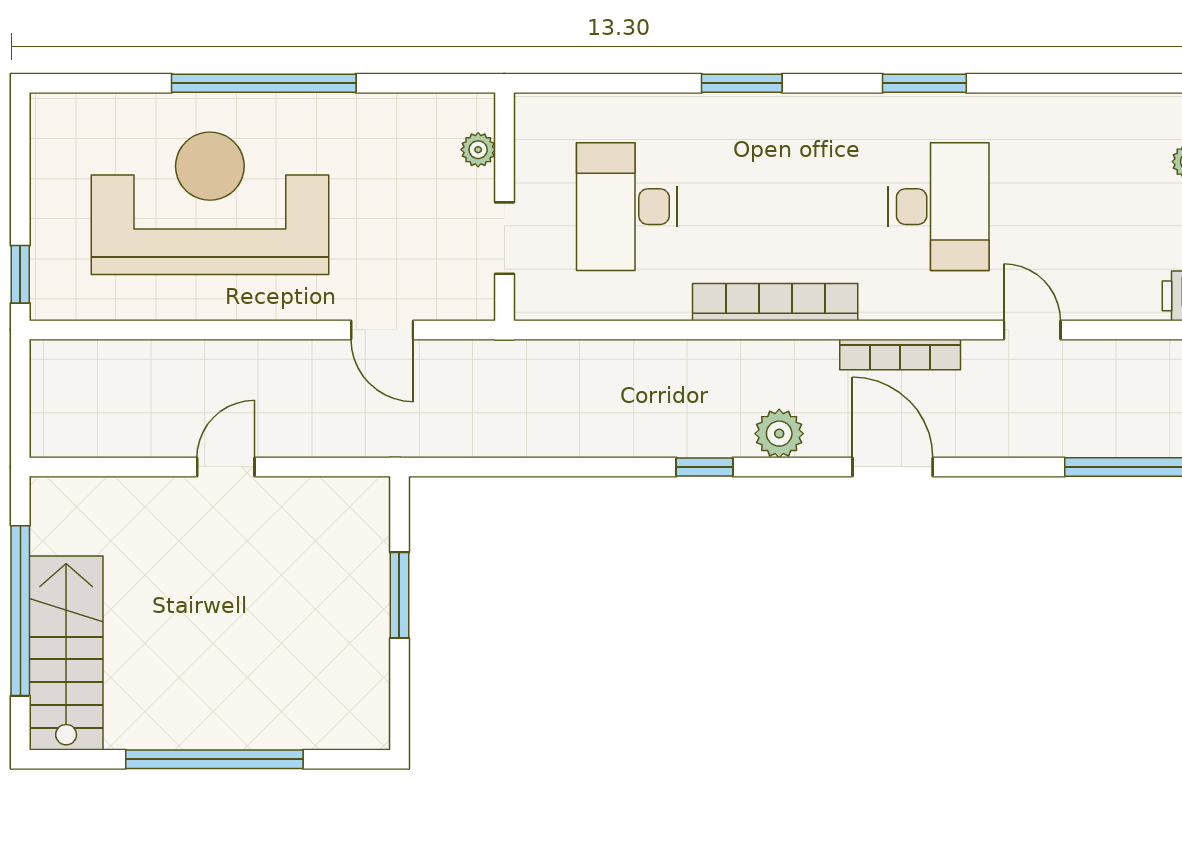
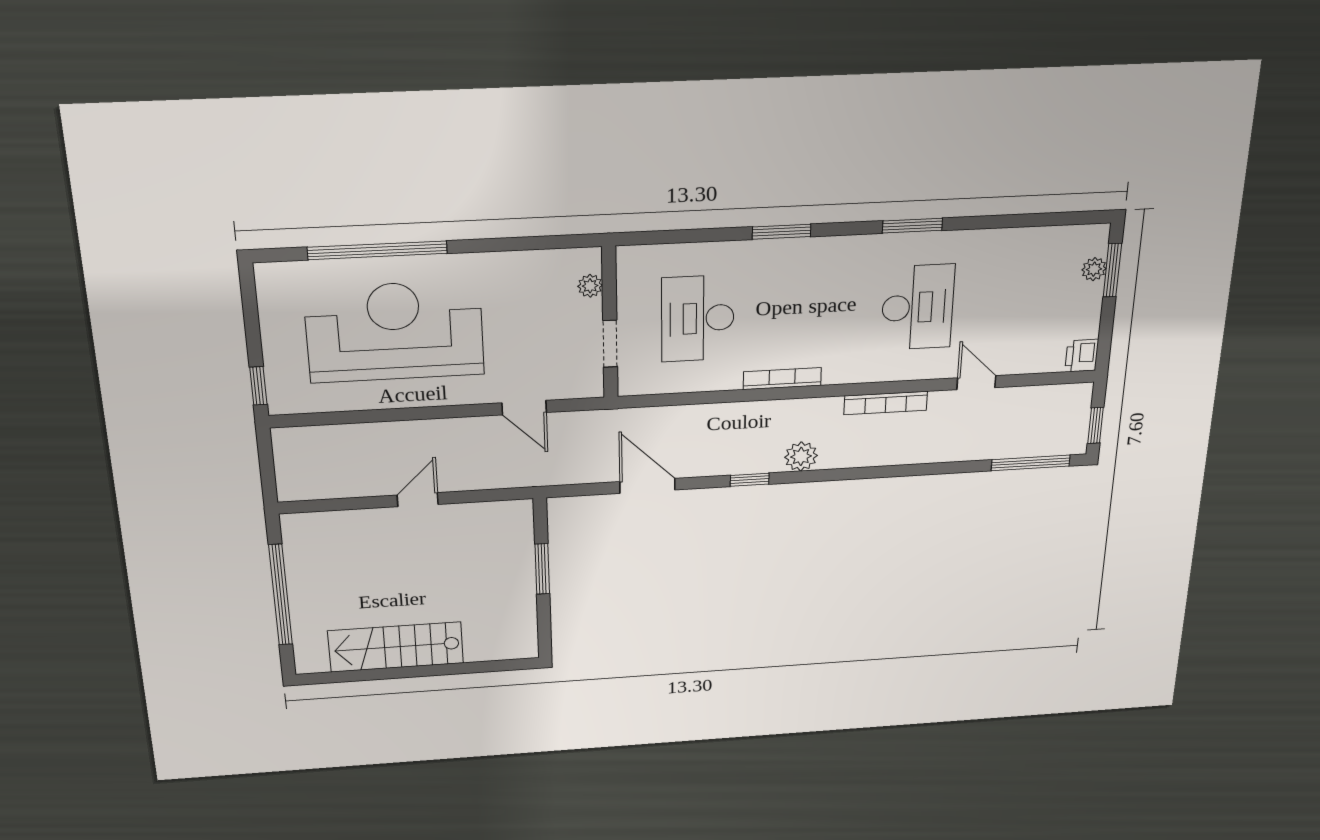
window: (264, 83) -> (377, 250), moved
bookcase: (775, 302) -> (782, 379), width x0.68, depth x0.76
door: (893, 467) -> (647, 486), moved
stairs: (66, 653) -> (396, 647), moved, turned -90
window: (214, 759) -> (421, 671), removed

